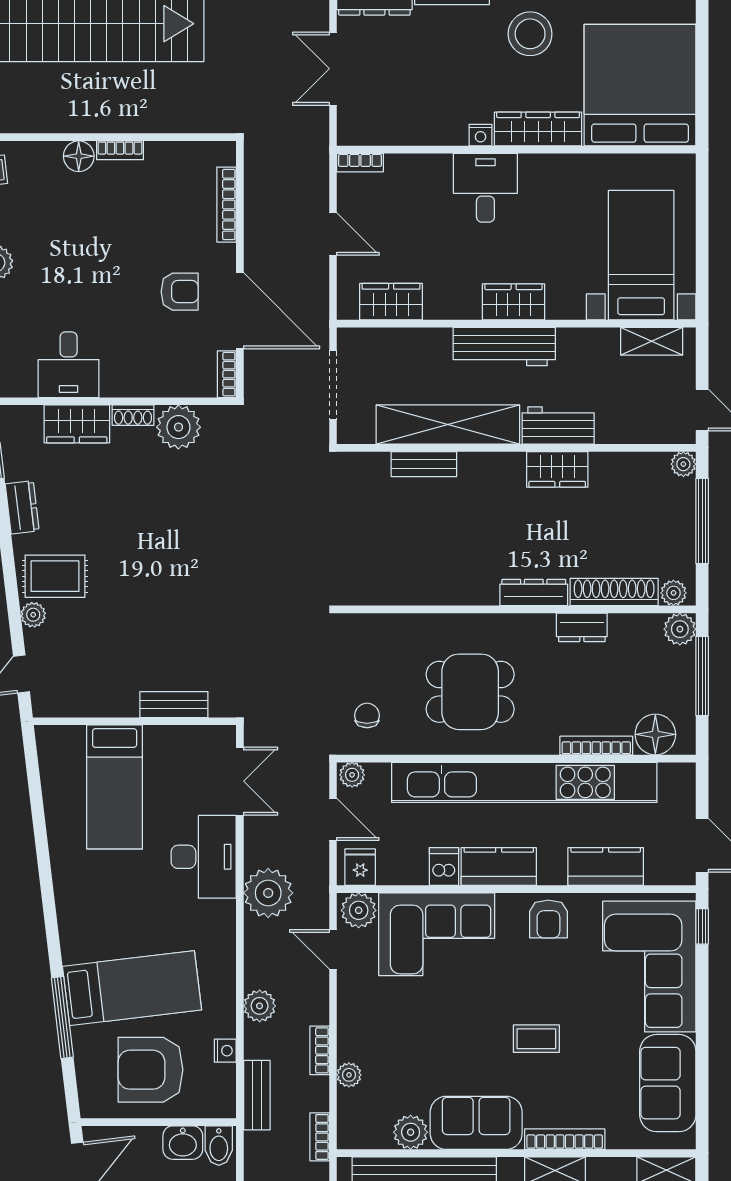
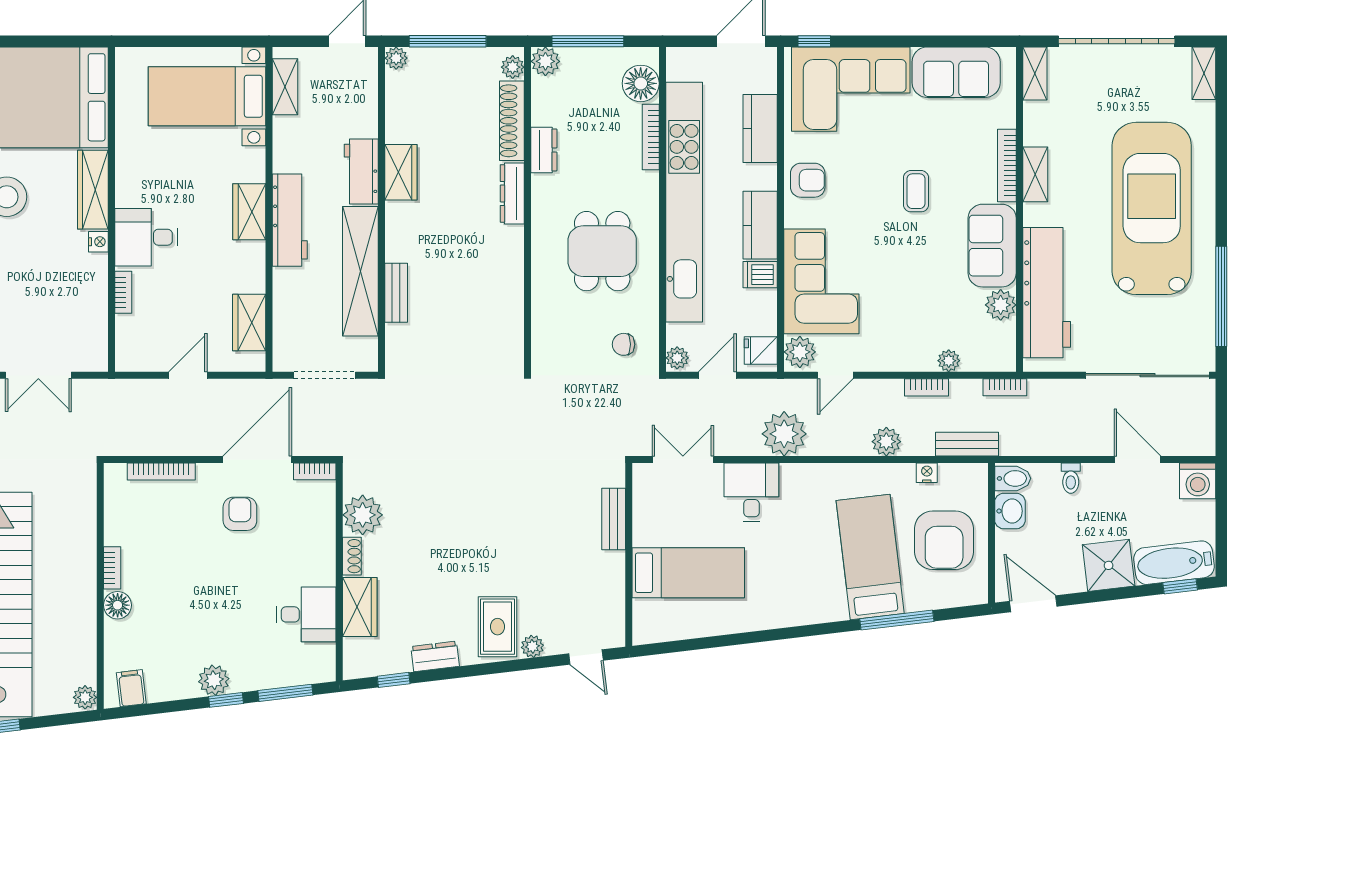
bookcase: (360, 163) -> (123, 292), moved
desk: (204, 857) -> (751, 492), width x0.73

